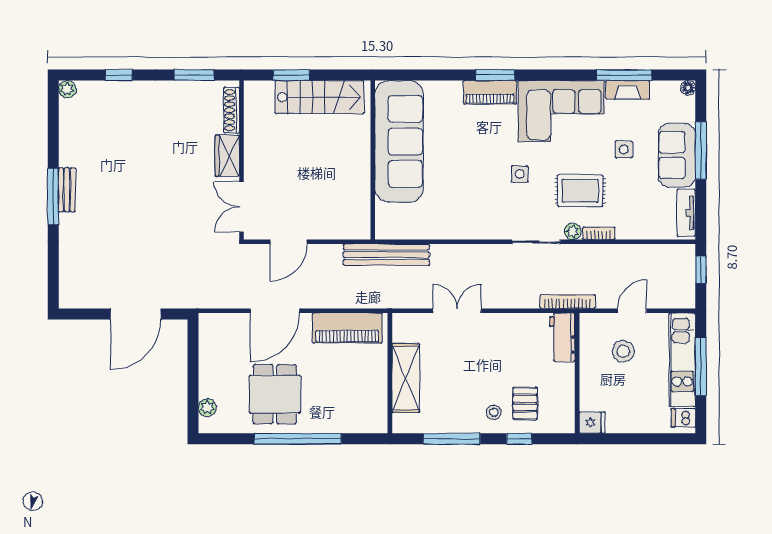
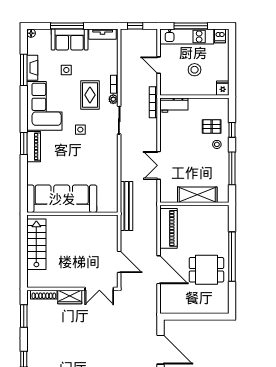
window: (291, 75) -> (24, 260), removed
stool: (623, 351) -> (195, 70), moved
plant: (207, 408) -> (214, 308), removed

